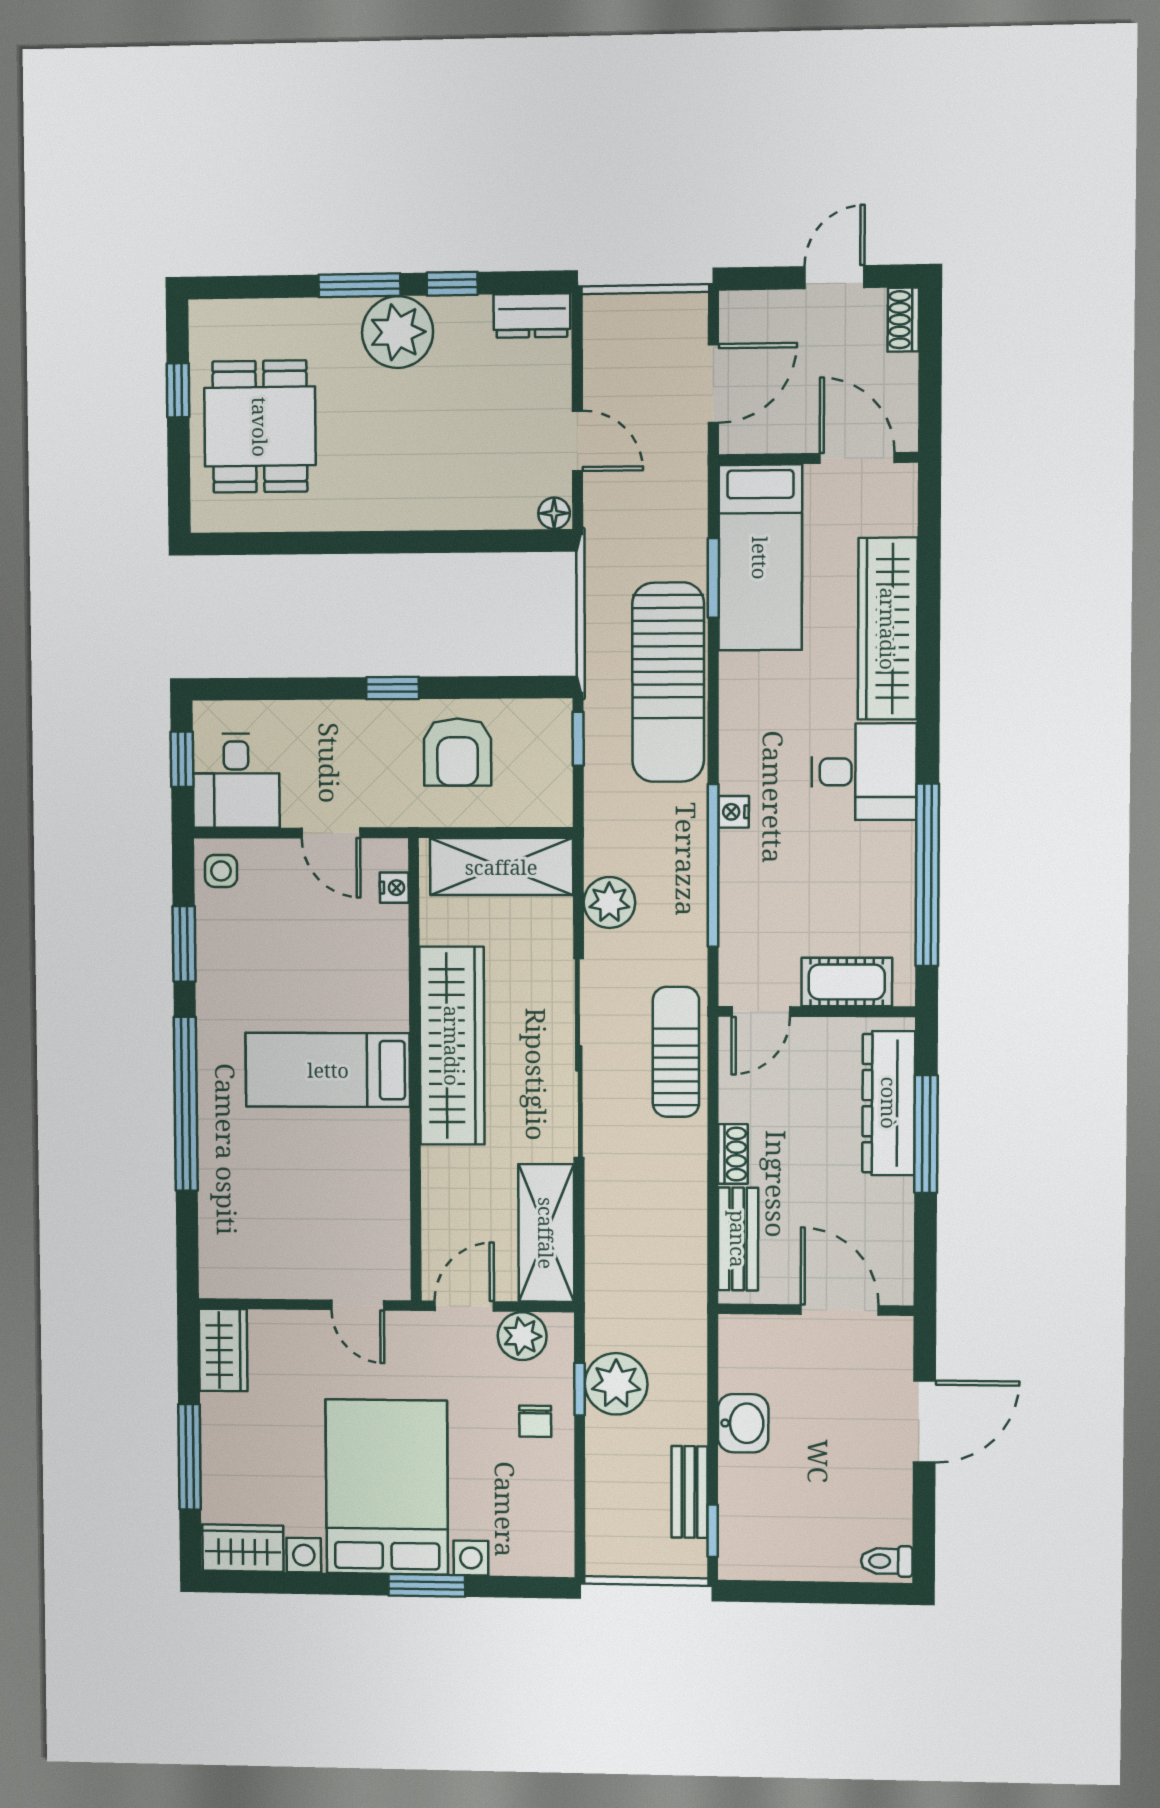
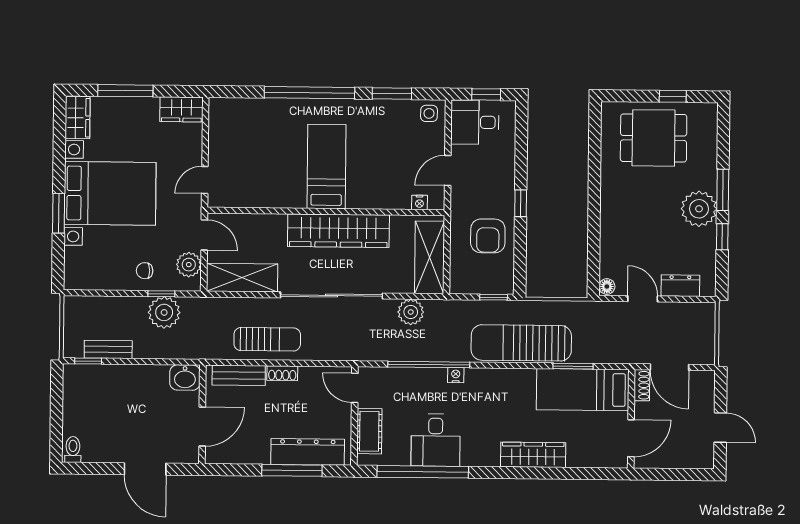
dresser: (532, 316) -> (680, 286), moved, turned 90
shoe rack: (903, 320) -> (642, 385), moved, turned 90
door: (577, 441) -> (643, 299), swing flipped
wardrobe: (888, 629) -> (533, 455), width x0.71, depth x0.85
armchair: (458, 752) -> (488, 236), turned -90
desk: (864, 772) -> (436, 440), moved
sun lounger: (676, 1052) -> (267, 339), moved
washbasin: (743, 1423) -> (185, 378), moved

